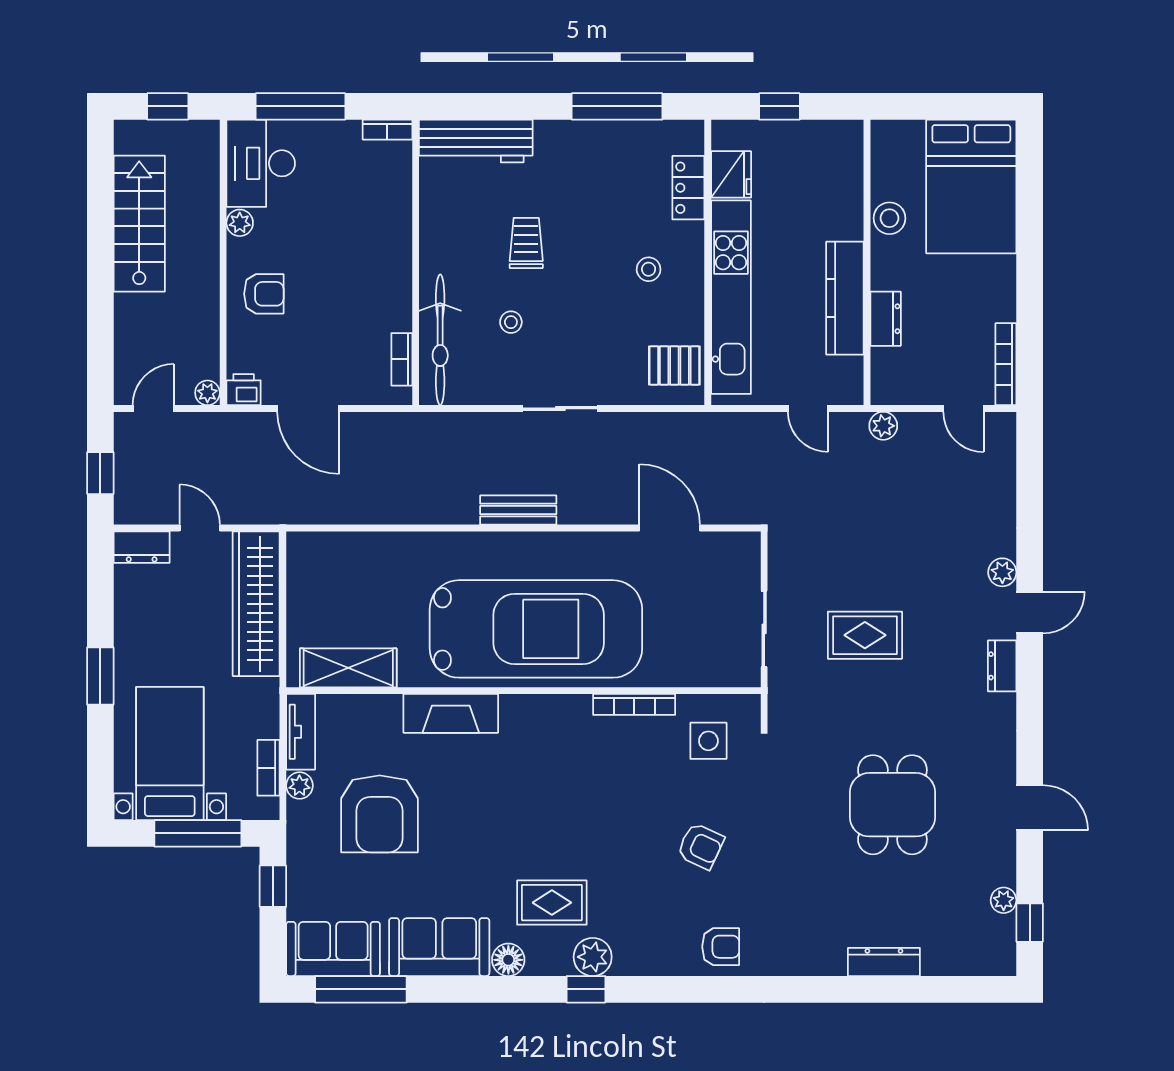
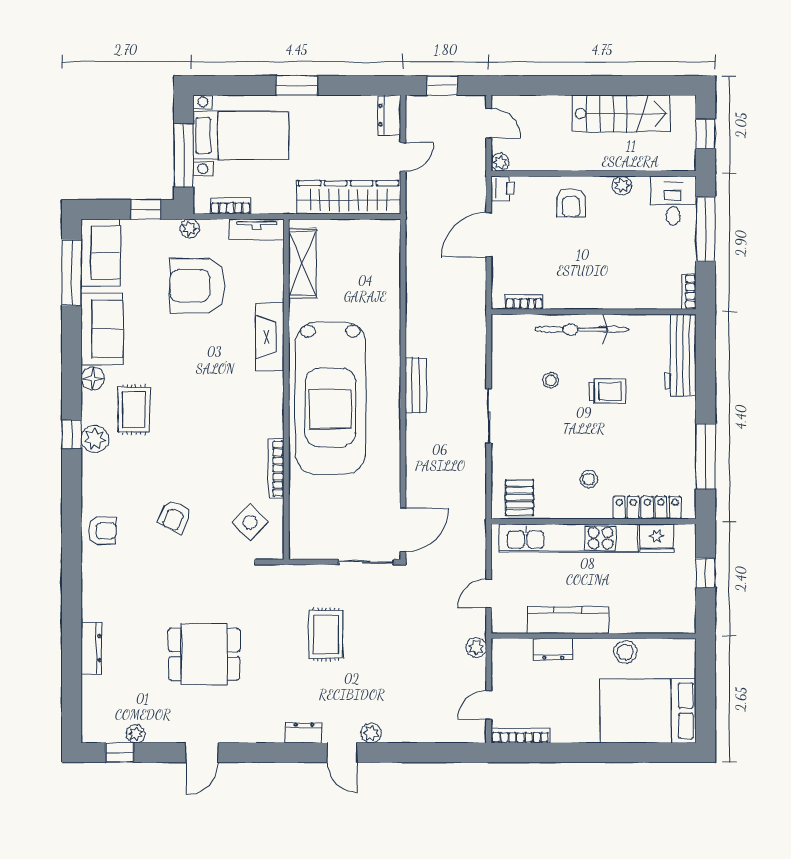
desk: (261, 163) -> (673, 201), width x0.73
locker: (688, 188) -> (647, 508), width x1.53
bicycle: (440, 340) -> (582, 329), moved
door: (670, 528) -> (403, 530), moved
sliding door: (764, 629) -> (366, 562), moved
side table: (708, 741) -> (250, 522), turned 45
plant: (299, 786) -> (190, 228), moved
armchair: (721, 947) -> (102, 531), turned -90

